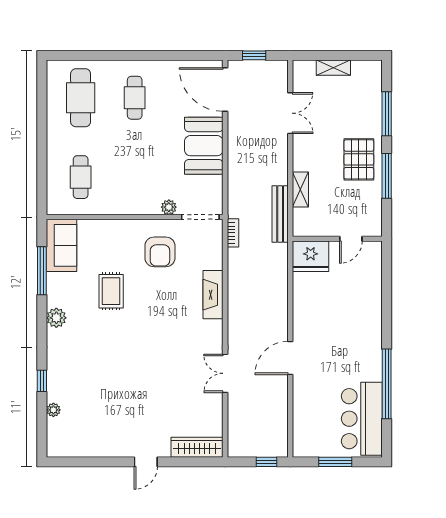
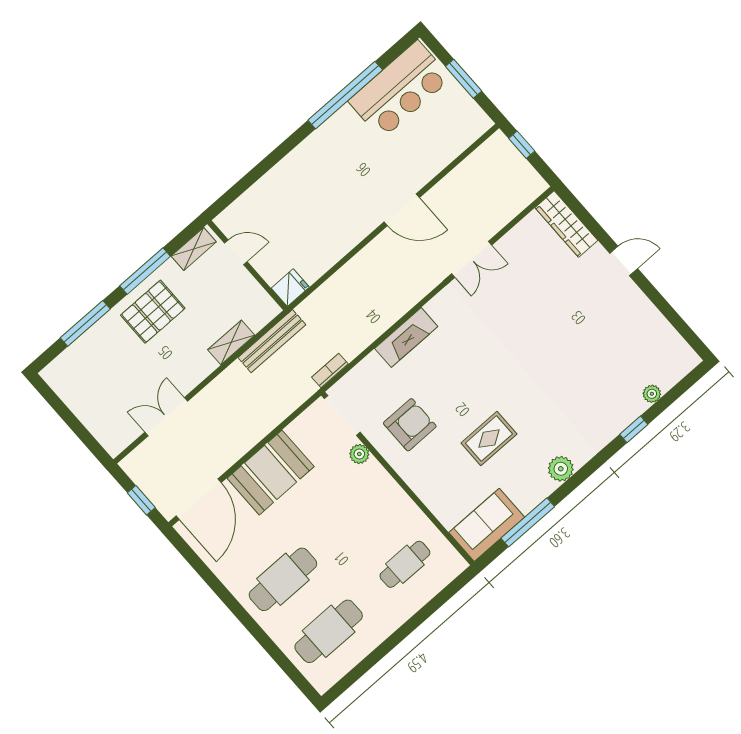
shelving: (333, 68) -> (194, 249), moved, turned 90
cafe table: (135, 98) -> (283, 579), width x1.37, depth x1.35
fridge: (311, 256) -> (290, 288), width x0.53, depth x0.75

